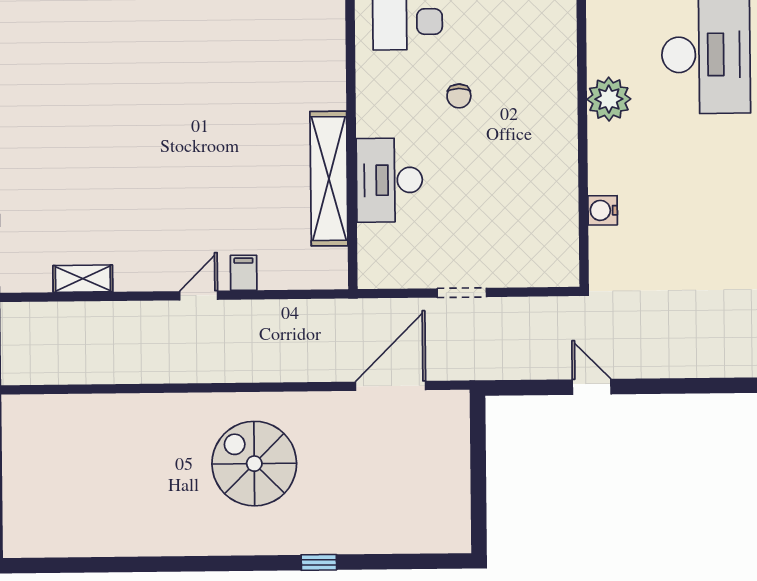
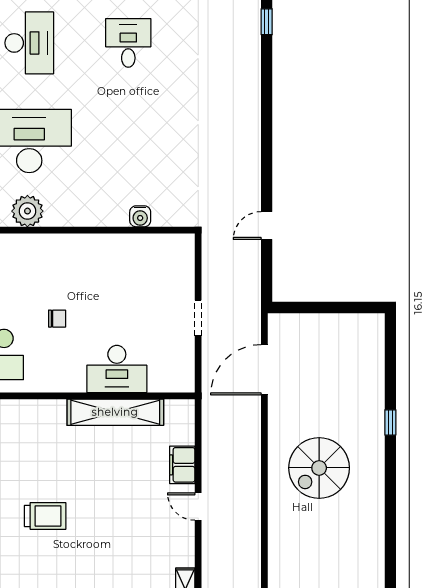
trolley: (183, 82) -> (45, 516), added
plant: (609, 99) -> (27, 211), moved
filing cabinet: (244, 273) -> (182, 465), width x2.00
door: (390, 386) -> (264, 370), hinge flipped

